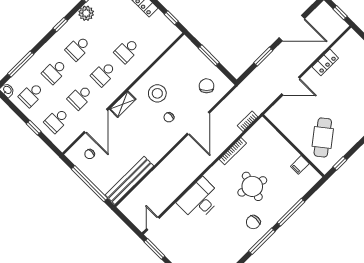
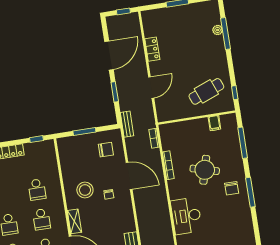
chair: (207, 86) -> (106, 150), turned 135
bench: (243, 88) -> (127, 124), added
cafe table: (323, 137) -> (206, 91), turned -73
window: (291, 212) -> (243, 143), moved

